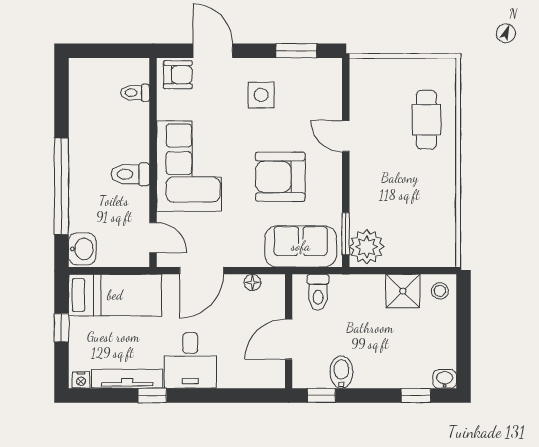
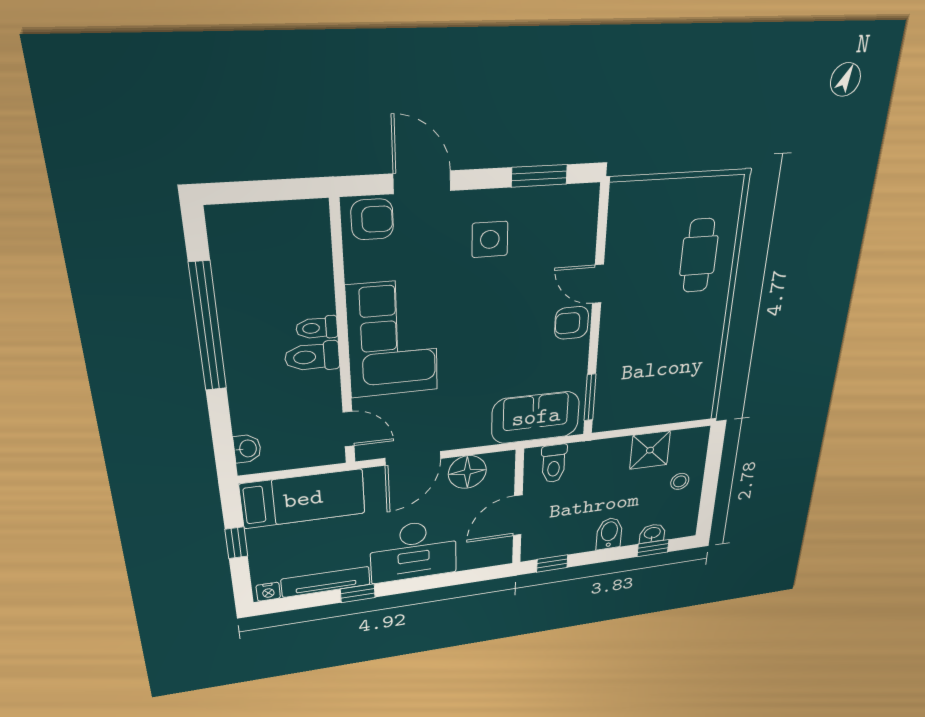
toilet: (135, 93) -> (317, 328), moved
armchair: (280, 177) -> (572, 323), moved, width x0.53, depth x0.53
window: (61, 186) -> (208, 327), moved
plant: (367, 247) -> (613, 409), removed
washbasin: (82, 249) -> (247, 449), width x0.72, depth x0.69
floor lamp: (253, 282) -> (467, 472), width x1.89, depth x1.89
stool: (440, 291) -> (680, 481), moved
desk: (190, 360) -> (414, 551), width x1.37
bidet: (341, 372) -> (609, 533), moved
washbasin: (445, 379) -> (652, 533), moved

